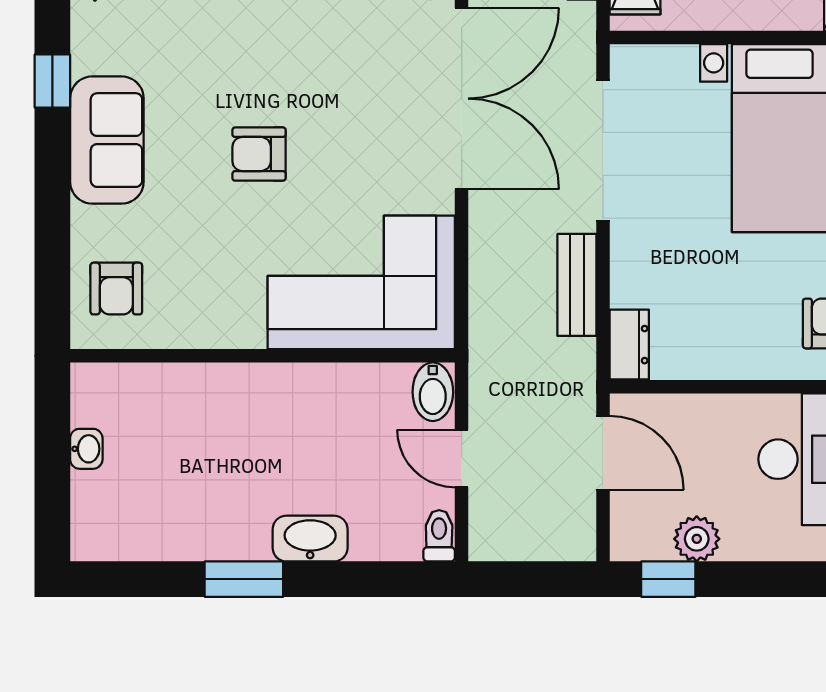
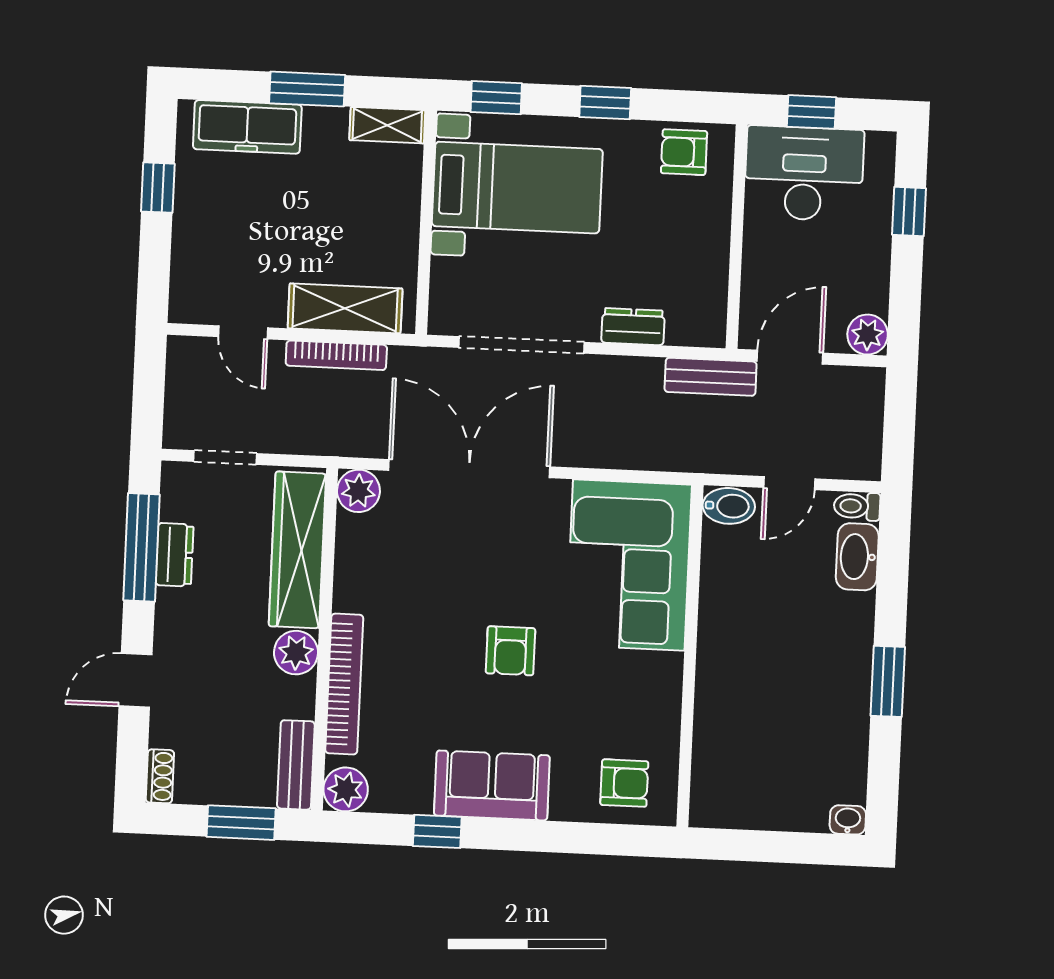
bench: (577, 285) -> (711, 377), moved
dresser: (629, 345) -> (633, 327), moved
washbasin: (86, 449) -> (848, 820), moved
washbasin: (310, 539) -> (857, 557), moved
plant: (697, 539) -> (868, 335), moved
window: (668, 579) -> (909, 211), moved

